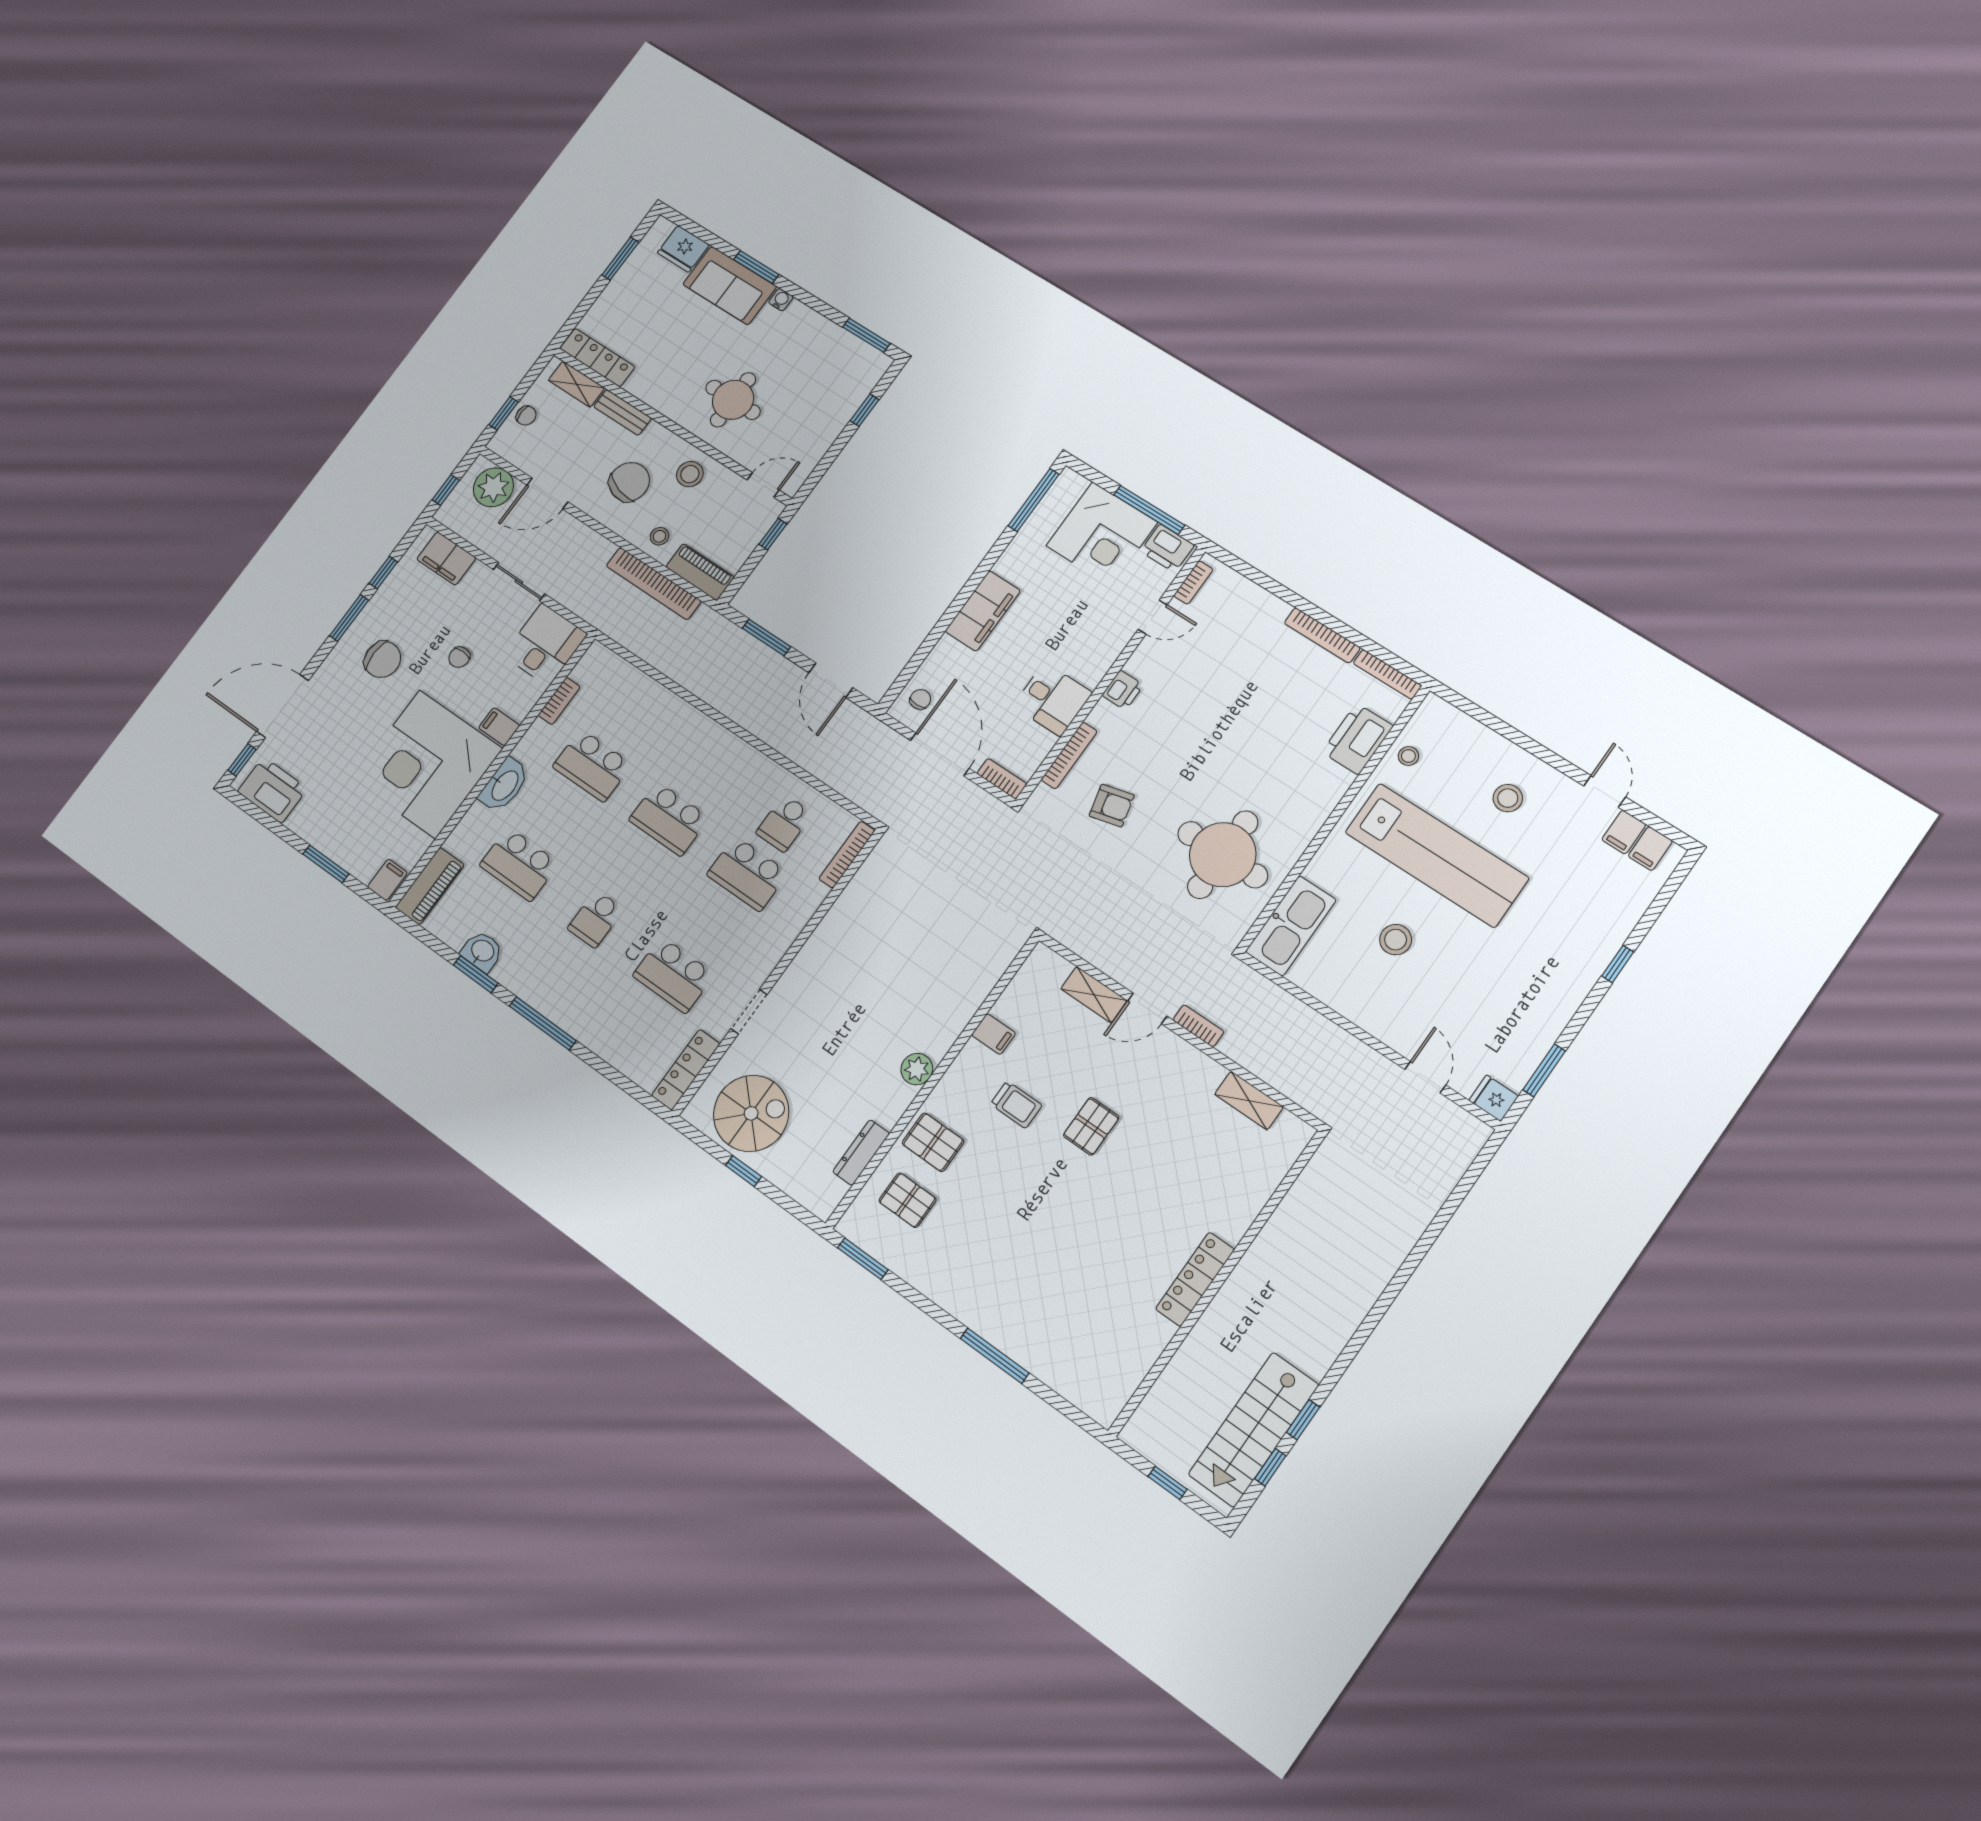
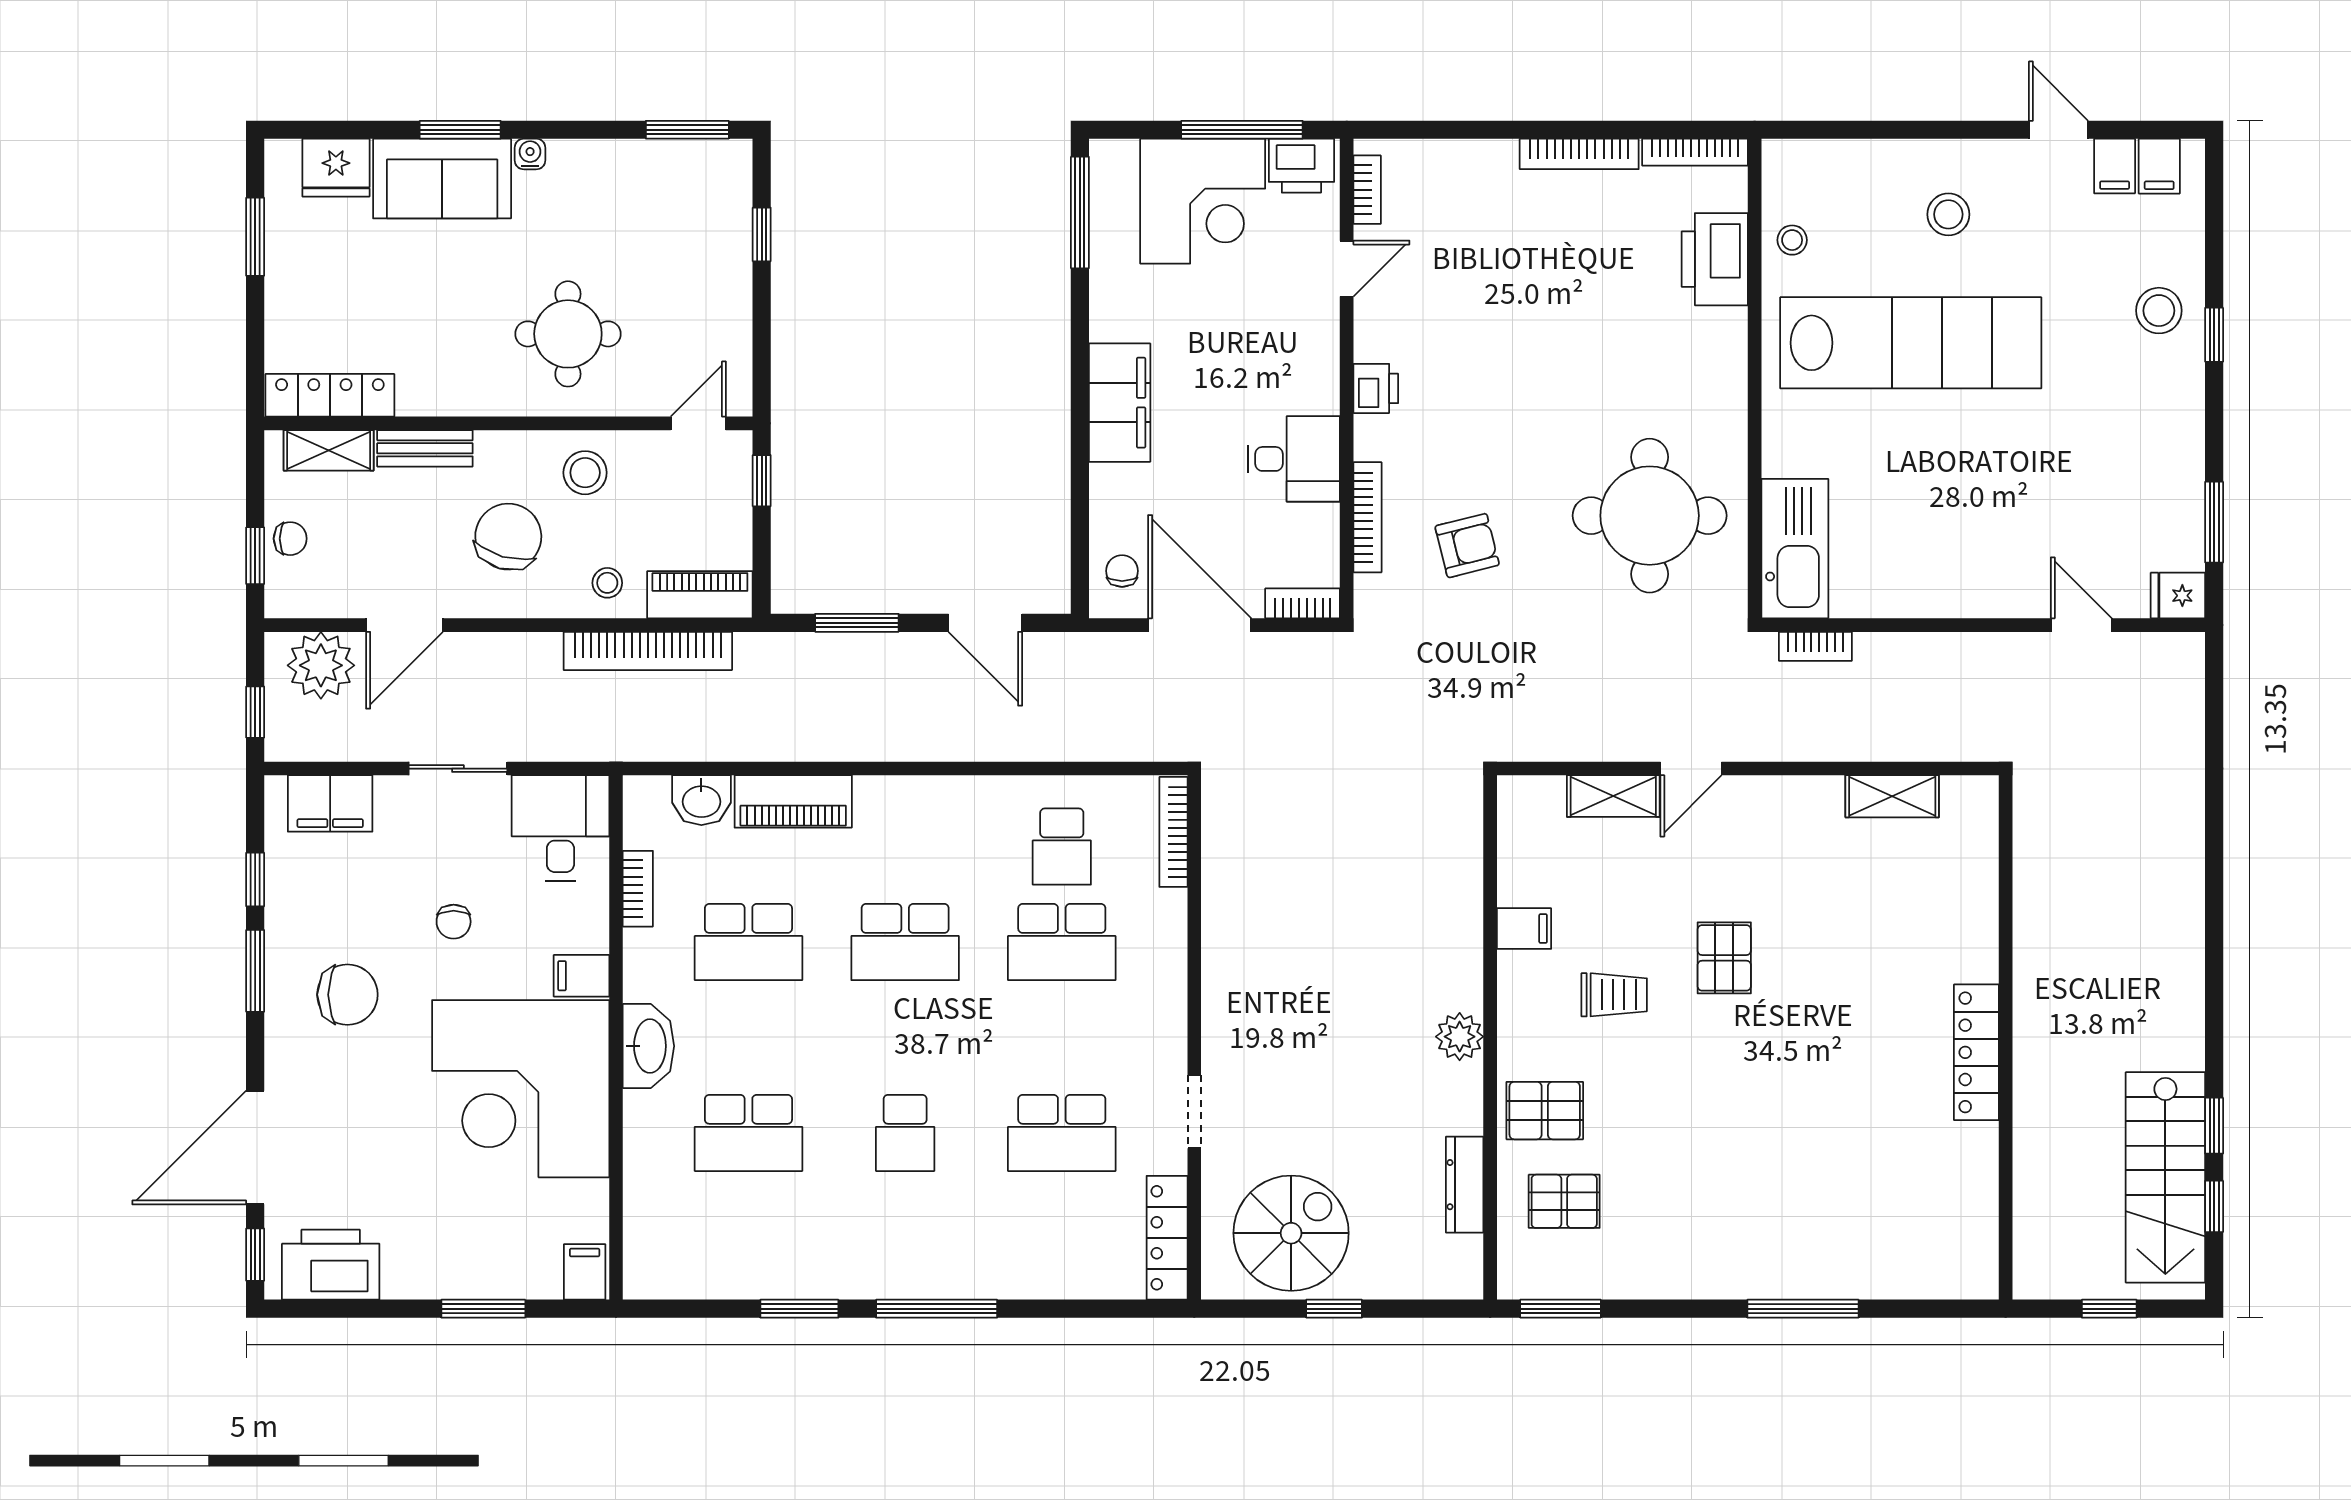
piano: (430, 886) -> (793, 801), moved, turned 90
stool: (1396, 940) -> (2159, 311), moved
washbasin: (482, 951) -> (701, 800), moved, turned 180
bookcase: (1198, 1026) -> (1815, 646), moved, turned 180

